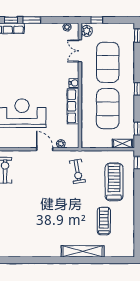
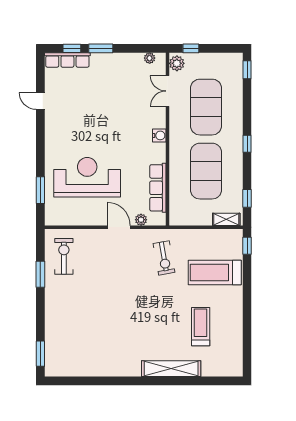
row of seats: (73, 106) -> (158, 188), moved
treadmill: (114, 182) -> (215, 272), turned -90

